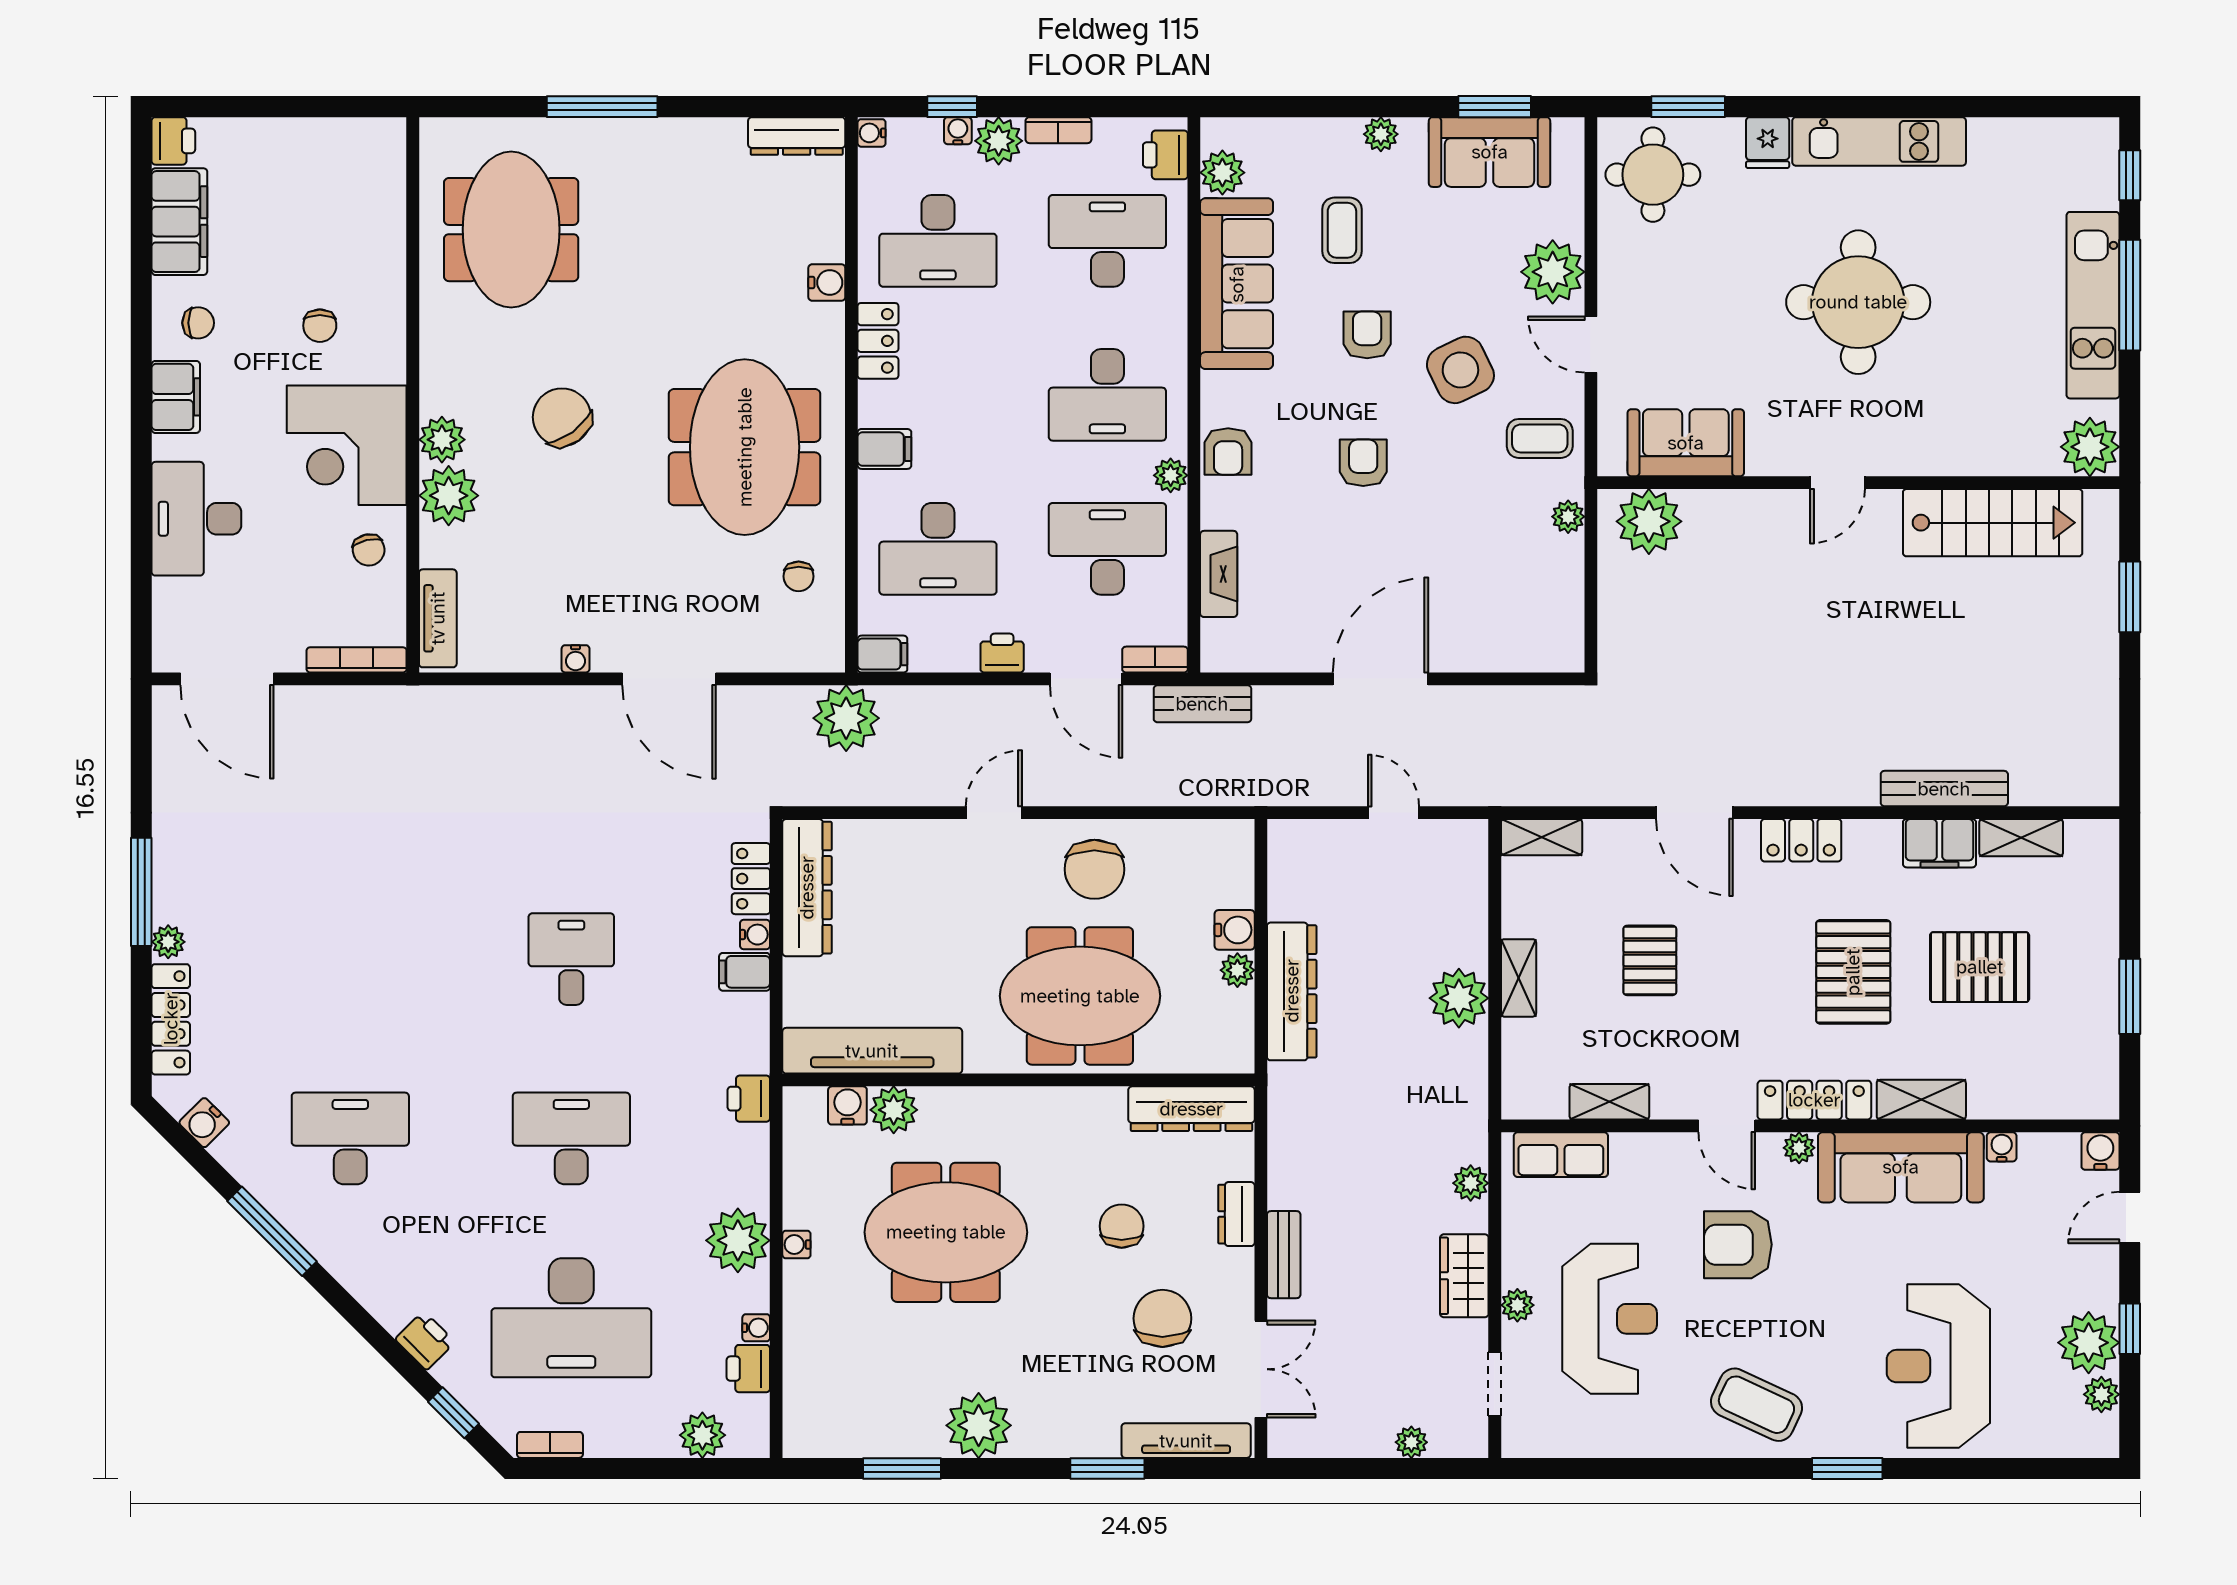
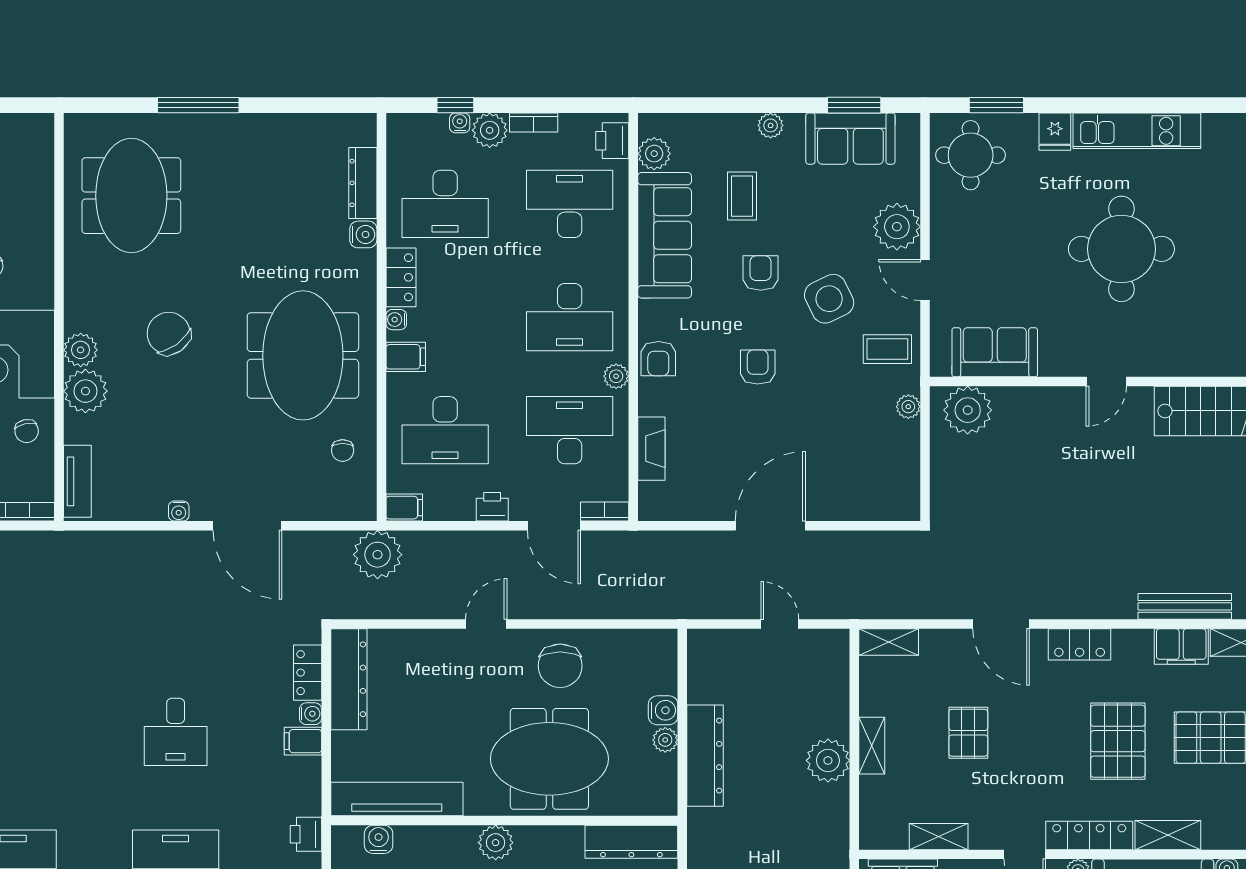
water cooler: (872, 133) -> (396, 320), moved
dresser: (797, 136) -> (363, 183), moved, turned 90
bench: (1202, 704) -> (639, 544), removed
desk: (571, 959) -> (176, 732), turned 180
plant: (894, 1110) -> (496, 843), moved

